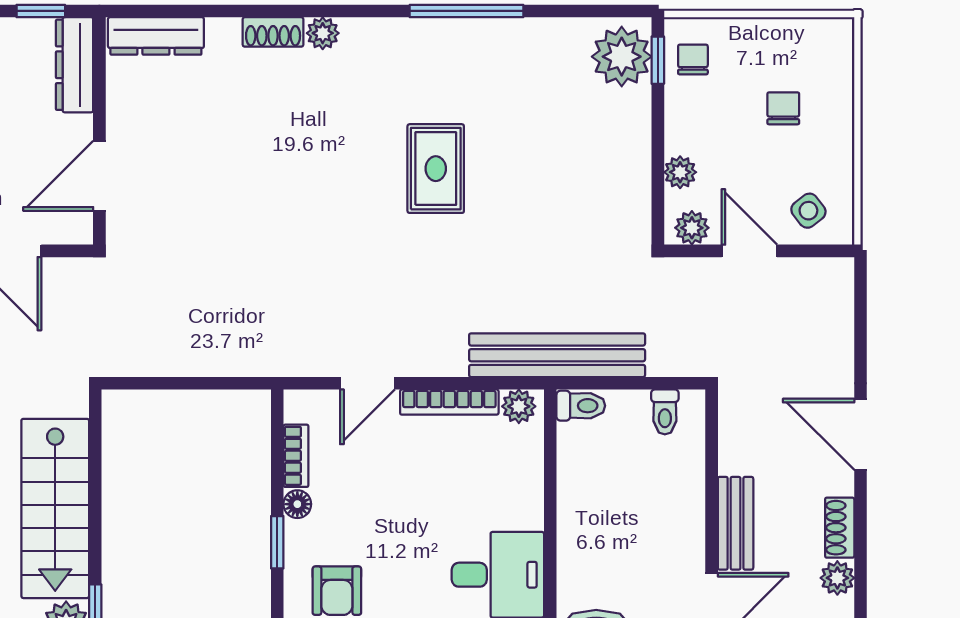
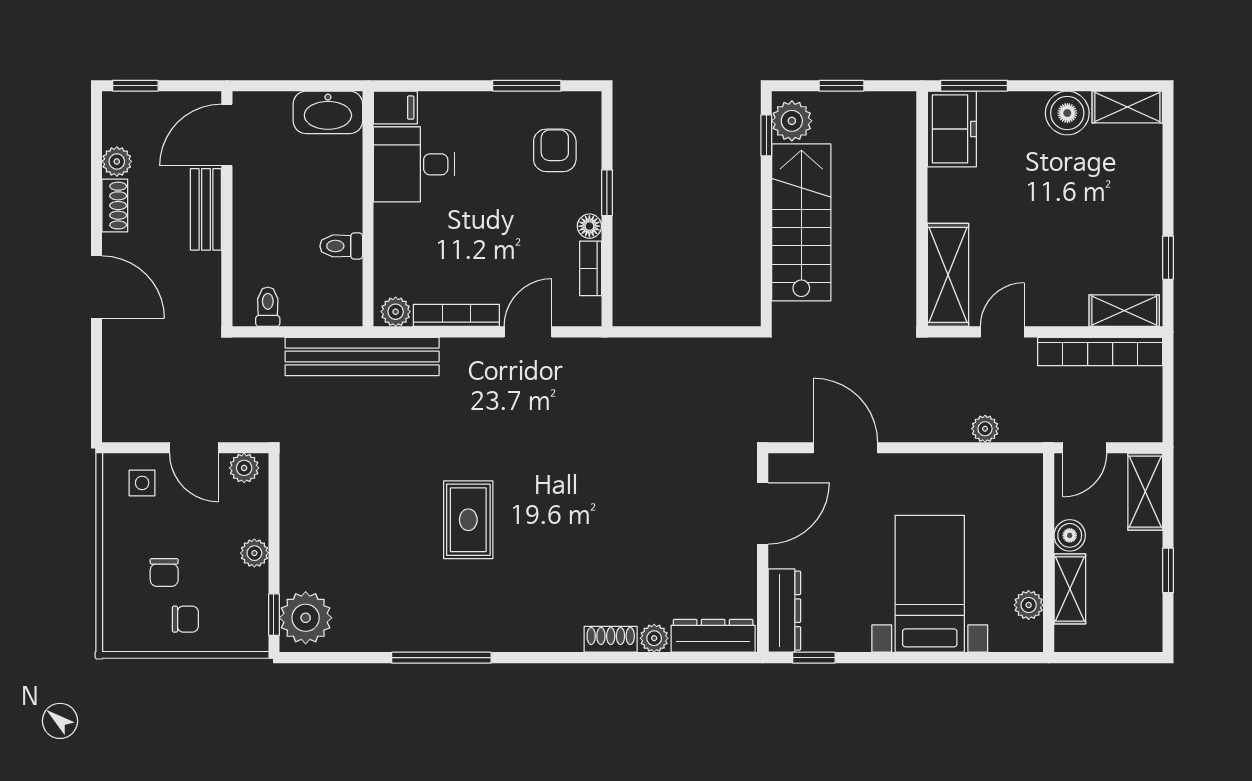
plant: (323, 33) -> (654, 638), moved
chair: (693, 59) -> (185, 619), moved, turned -90
plant: (680, 172) -> (254, 553), moved
side table: (808, 211) -> (142, 483), turned 38
toilet: (581, 406) -> (341, 246), moved

